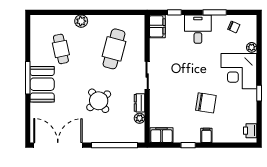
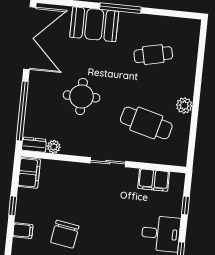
plant: (81, 21) -> (184, 105), moved
filing cabinet: (157, 26) -> (154, 180), moved
booth: (42, 84) -> (94, 24), moved
round table: (99, 101) -> (82, 96), turned 38
dresser: (139, 103) -> (34, 145), moved

